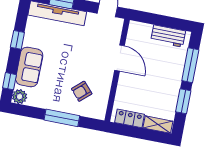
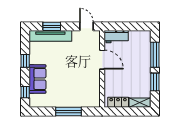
workbench: (168, 36) -> (116, 37), moved
armchair: (82, 91) -> (79, 89), removed
plant: (20, 97) -> (35, 102), removed

